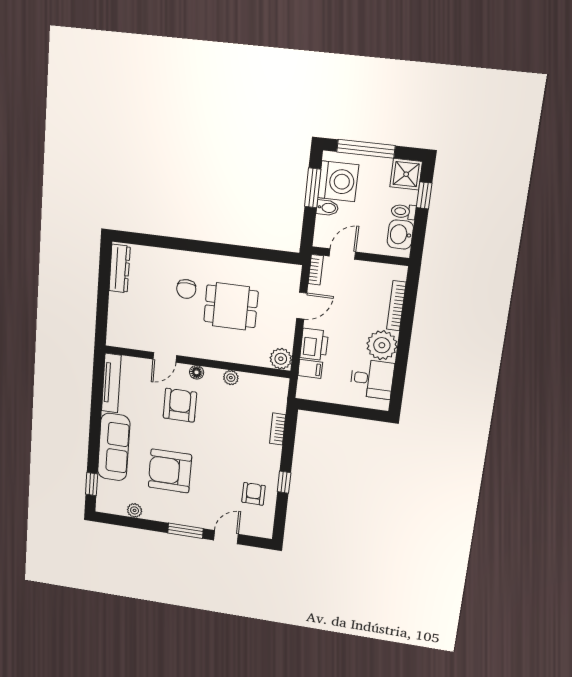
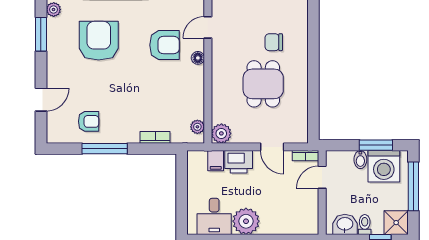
door: (342, 254) -> (322, 177), swing flipped
bookcase: (396, 306) -> (283, 229), removed
door: (165, 357) -> (208, 27), hinge flipped
plant: (231, 378) -> (197, 127), moved
window: (284, 482) -> (105, 149), width x2.17
window: (185, 531) -> (41, 34), moved
door: (226, 537) -> (41, 100), hinge flipped

